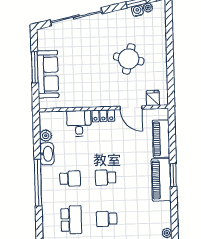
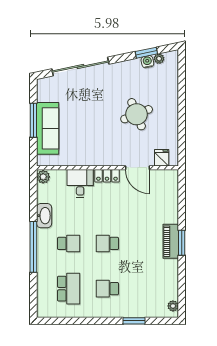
round table: (129, 59) -> (137, 114), turned -35
plant: (46, 136) -> (43, 177), moved
piano: (161, 139) -> (169, 203), removed
piano: (161, 180) -> (171, 241), width x0.73, depth x0.75

